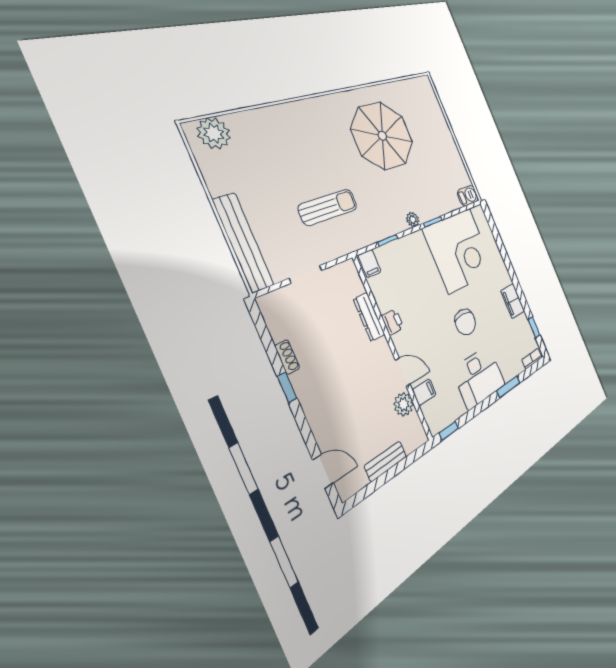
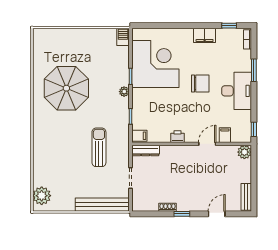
dresser: (369, 317) -> (146, 151), moved
plant: (404, 404) -> (244, 152), moved
bench: (385, 461) -> (246, 197), moved
door: (323, 471) -> (217, 214), moved

